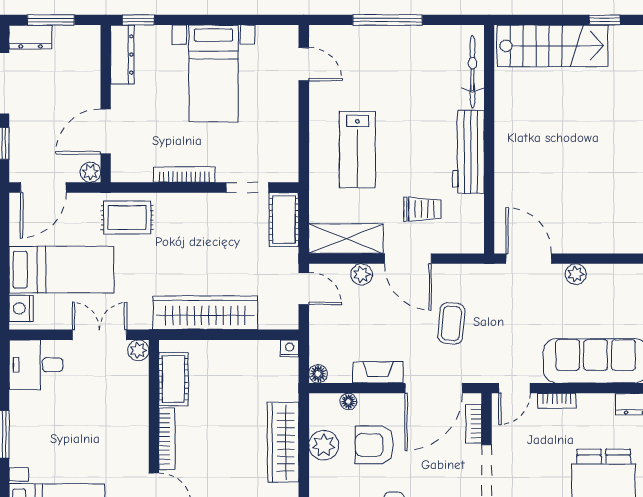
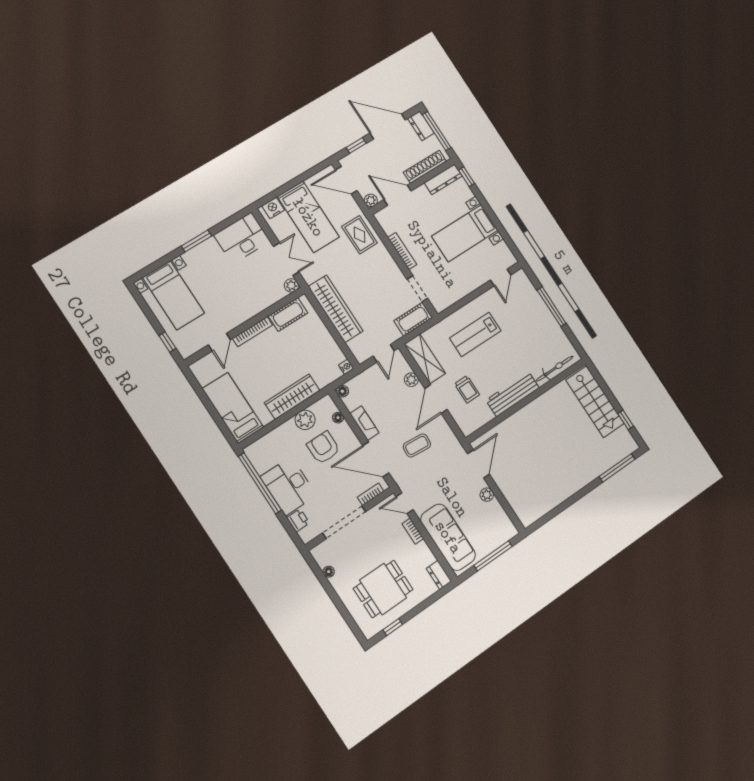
window: (51, 20) -> (437, 131), width x1.44
shoe rack: (90, 69) -> (425, 167), added
desk: (36, 365) -> (242, 238), width x1.37

